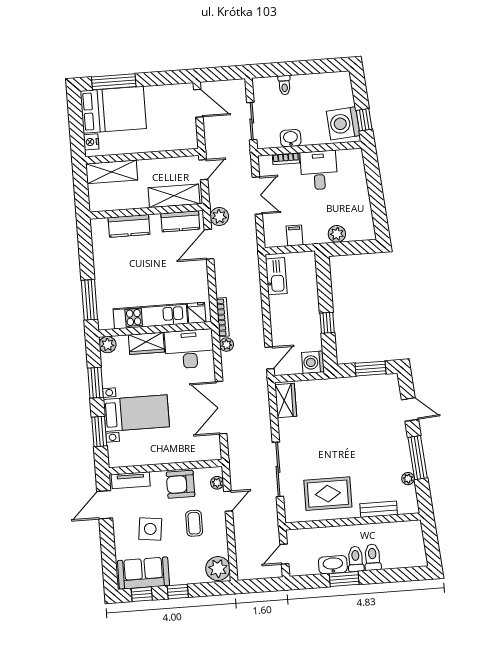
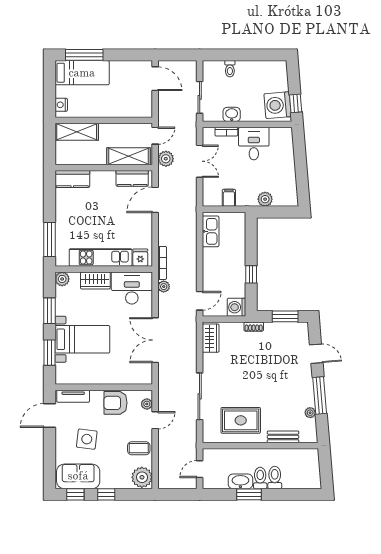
bed: (113, 110) -> (82, 73), width x0.67
plant: (219, 216) -> (166, 159), moved
kitchen counter: (129, 226) -> (72, 179), moved
shoe rack: (335, 383) -> (254, 327), added
coffee table: (194, 523) -> (139, 448), moved, turned 90

